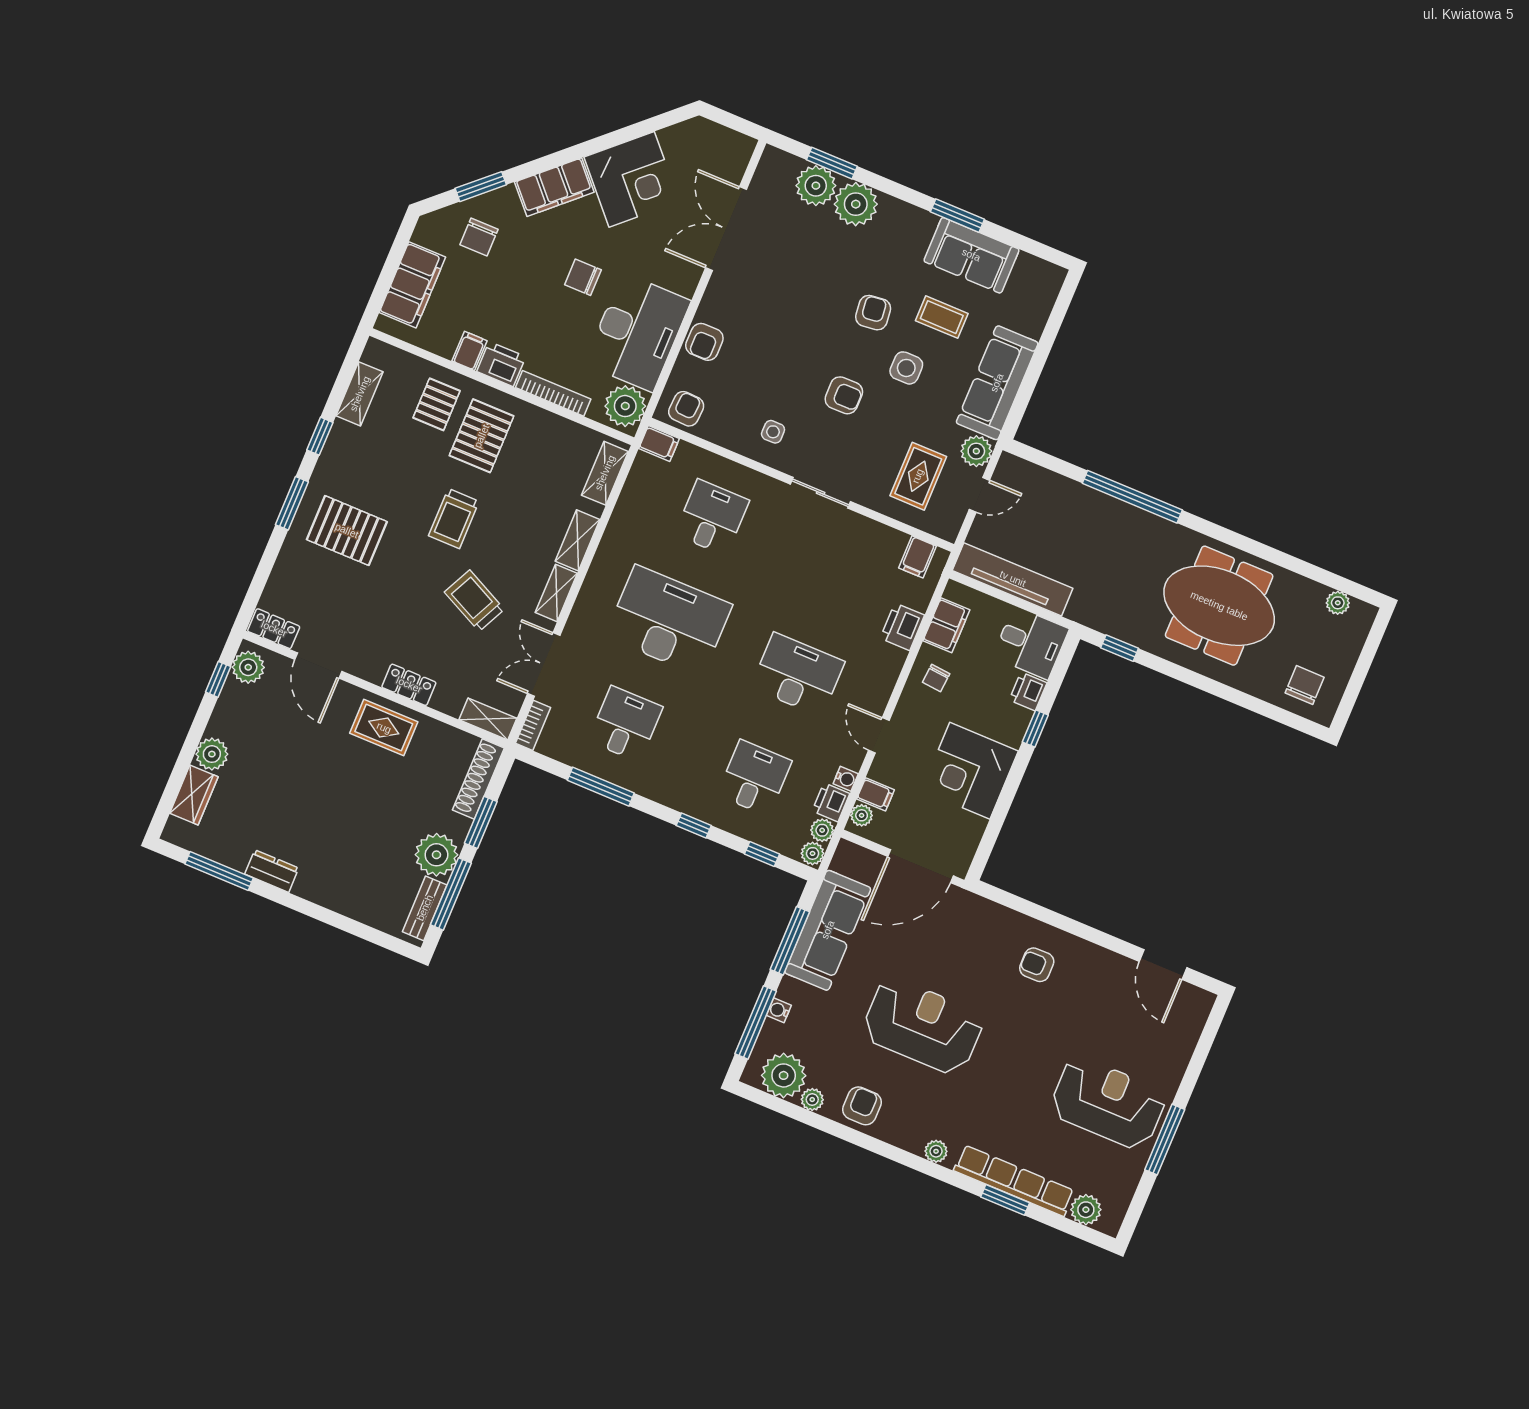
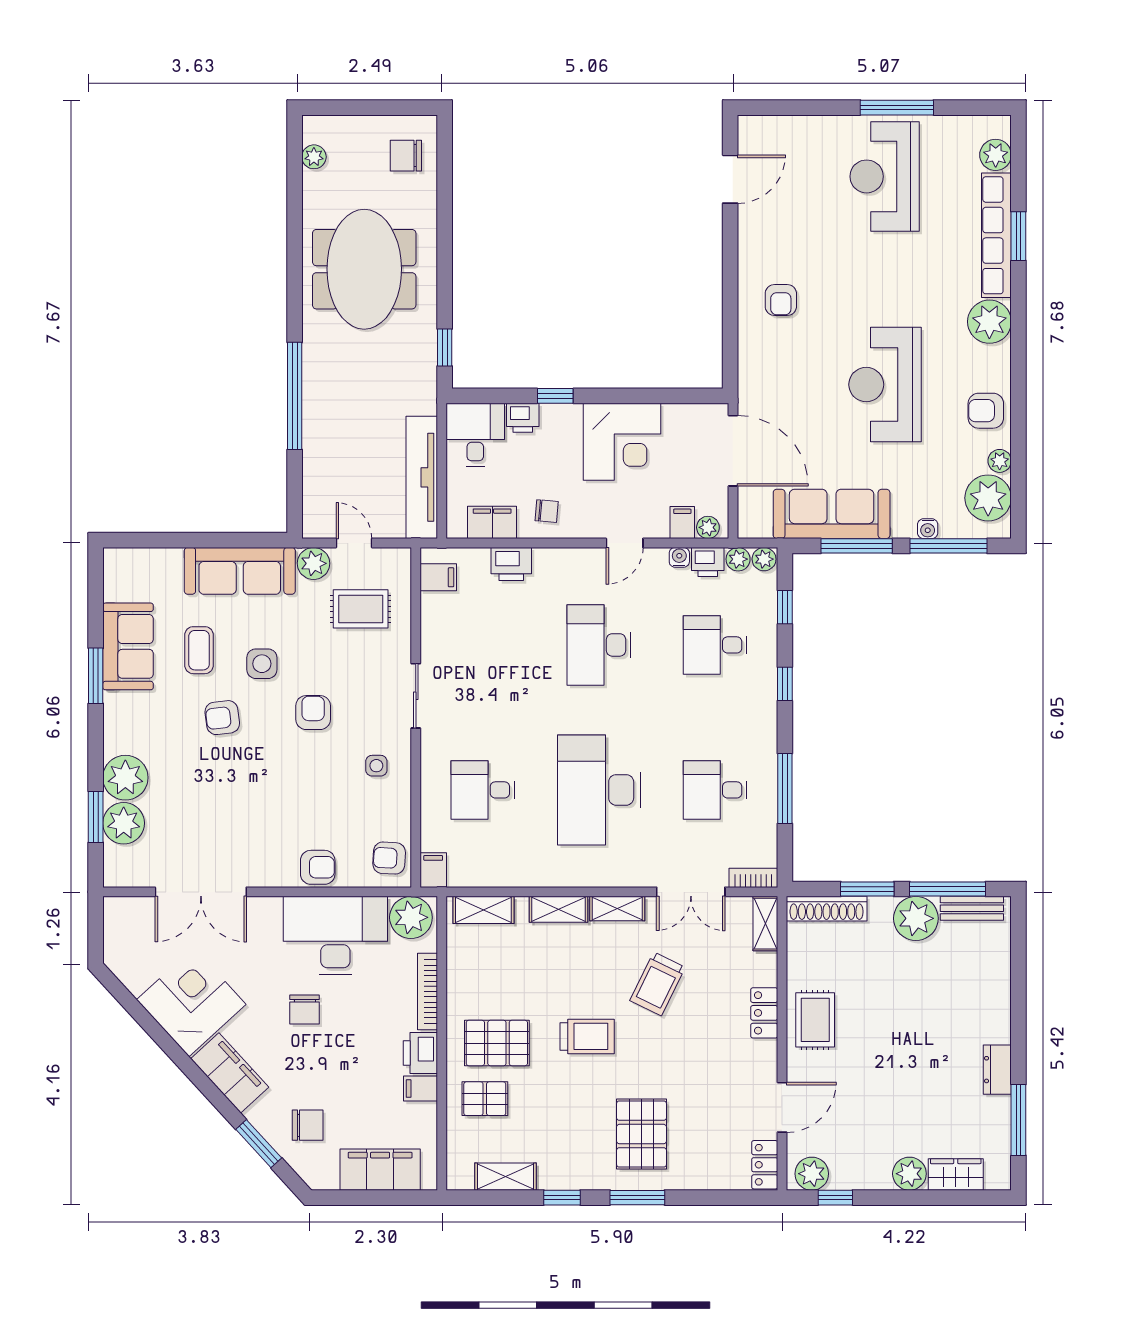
plant: (936, 1151) -> (989, 322), width x1.88, depth x1.88

